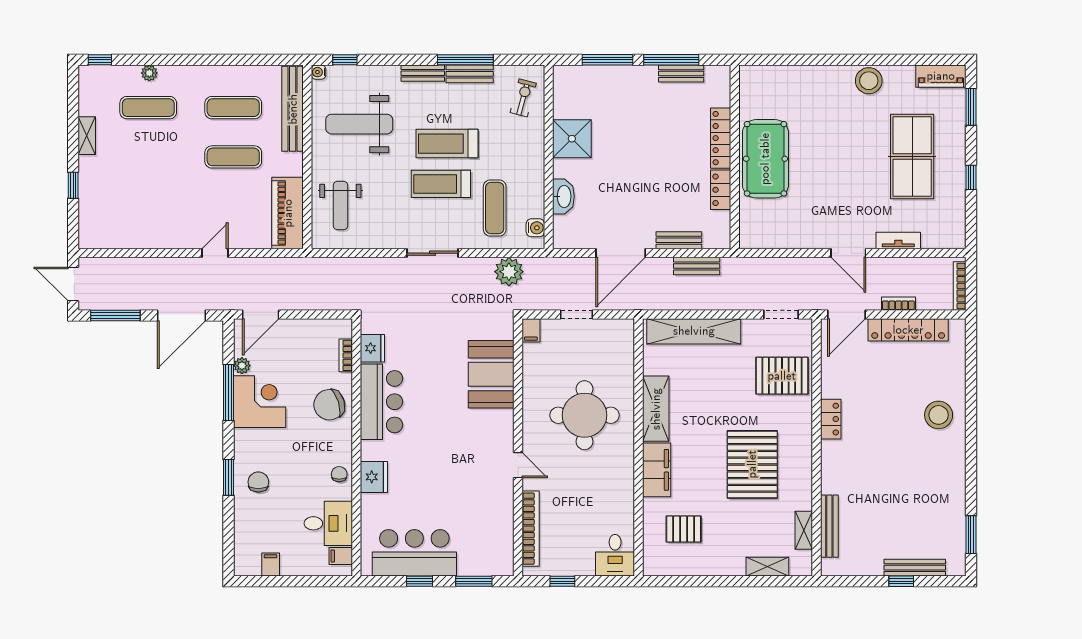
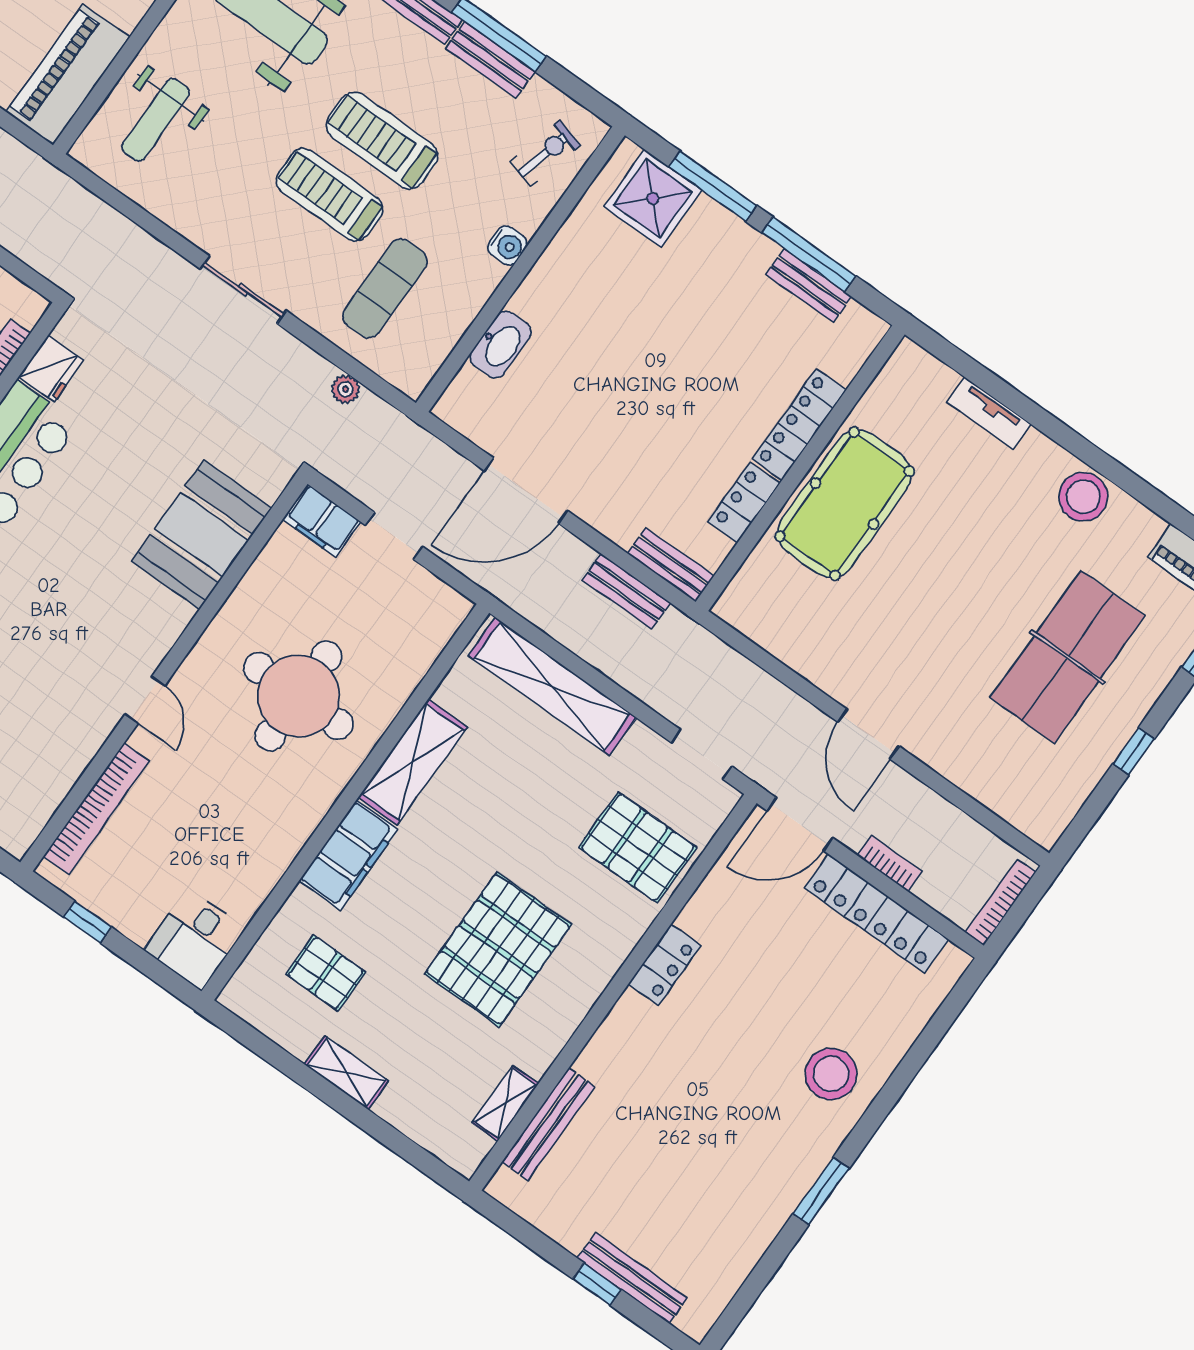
shower: (572, 139) -> (653, 198), moved
water cooler: (535, 228) -> (507, 245), moved
bench: (679, 240) -> (671, 565), moved
tv unit: (898, 241) -> (989, 413), moved, turned 180
plant: (509, 272) -> (345, 389), width x0.53, depth x0.53
filing cabinet: (531, 330) -> (322, 521), width x2.00
window: (971, 535) -> (821, 1191), moved
shelving: (767, 567) -> (346, 1073), moved

